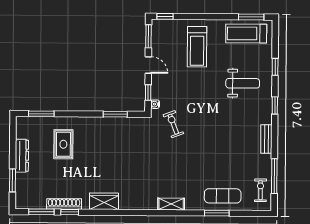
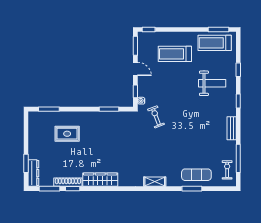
treadmill: (197, 47) -> (175, 54), turned 90
rug: (63, 144) -> (67, 134), turned 90
dresser: (22, 156) -> (33, 173), moved
wardrobe: (104, 201) -> (100, 180), width x1.50

